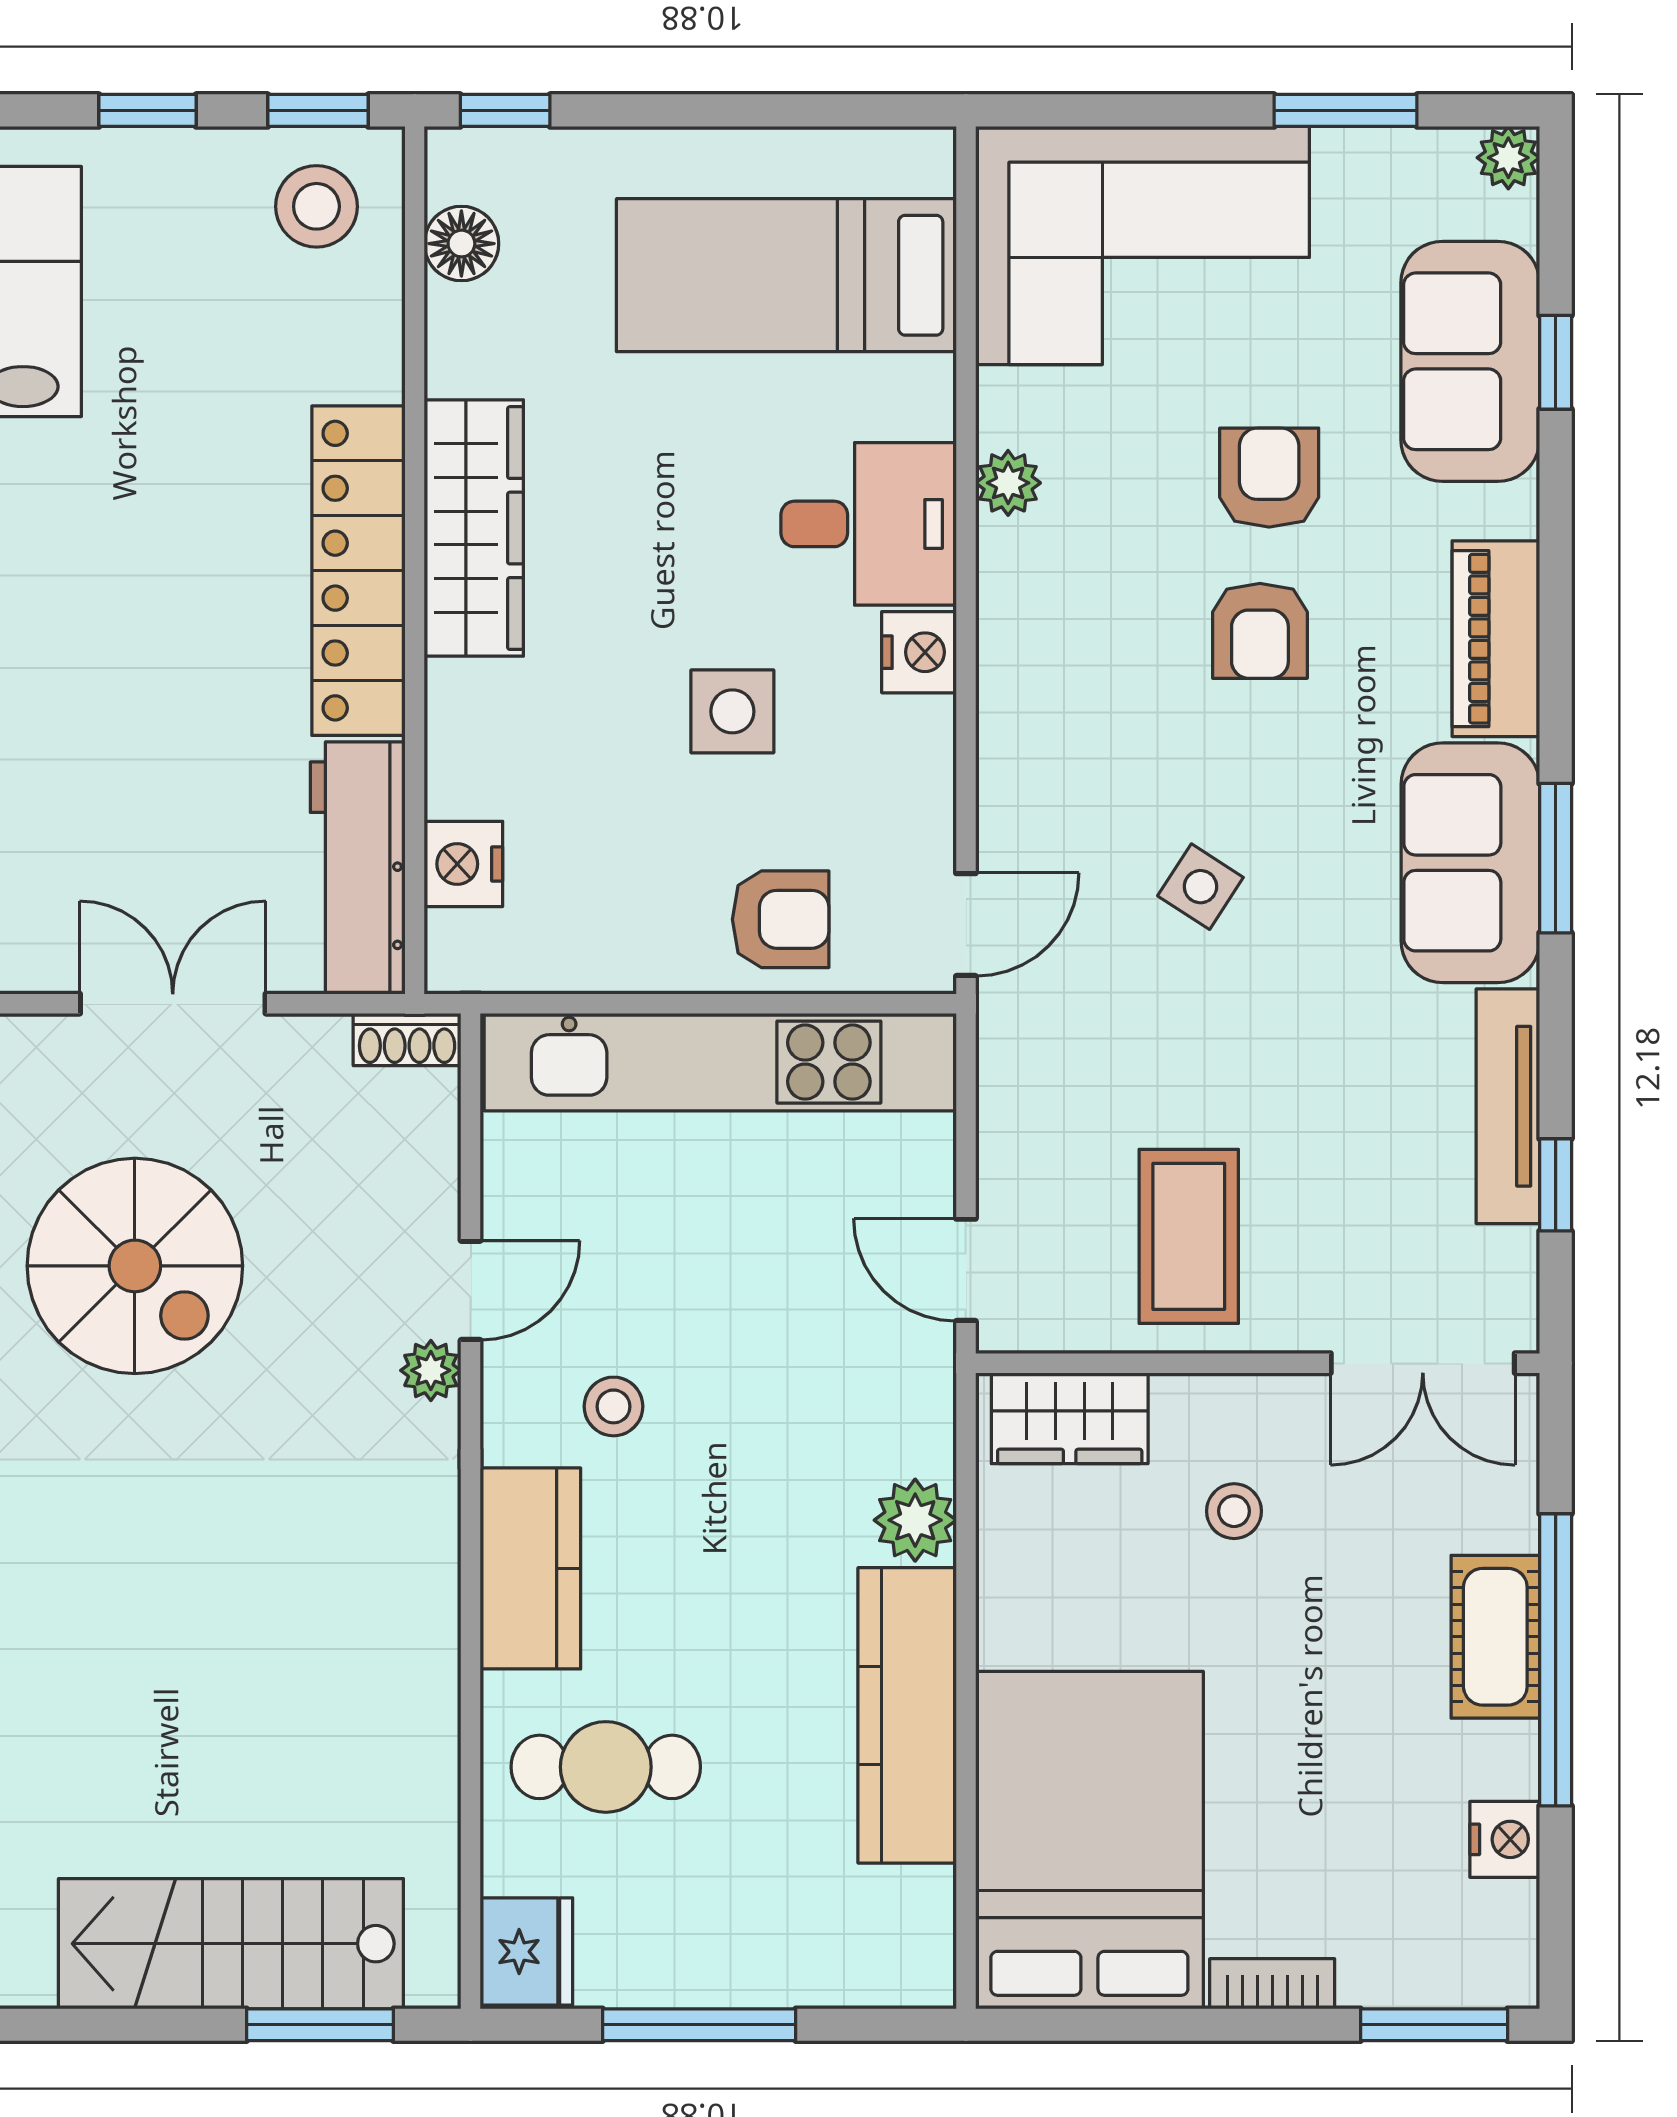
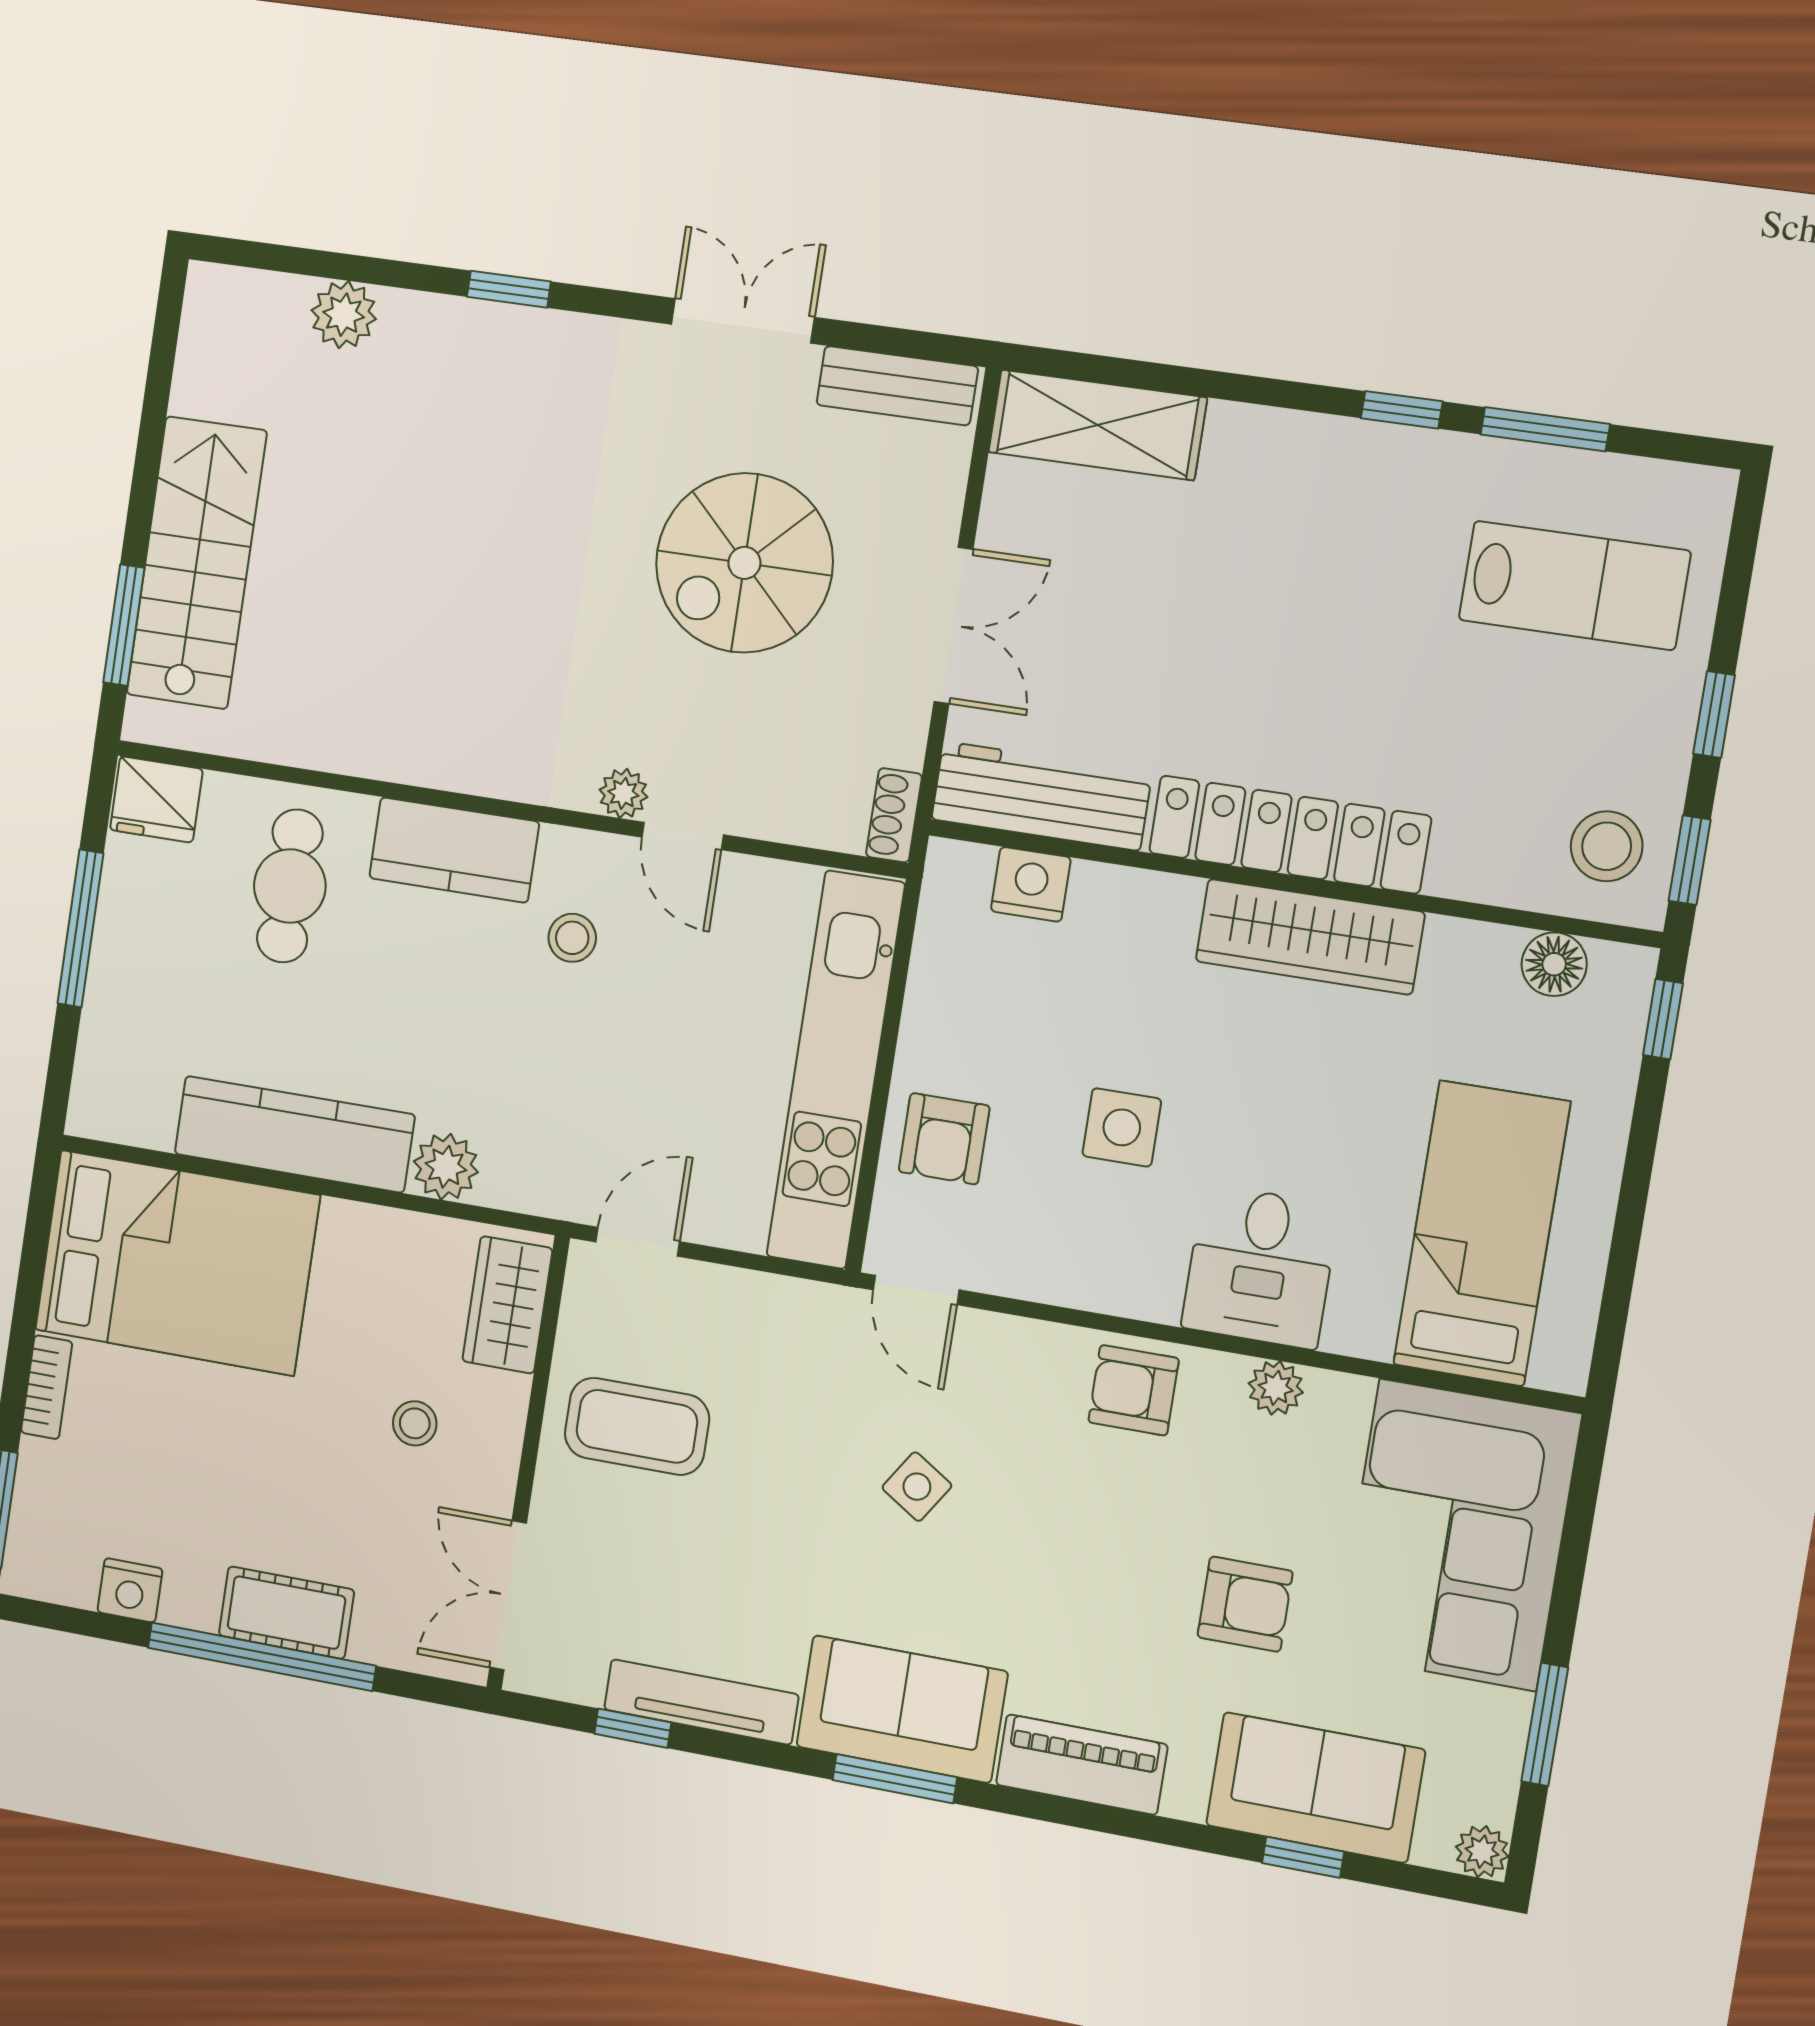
armchair: (1260, 631) -> (1134, 1390), moved
nightstand: (919, 652) -> (1146, 1290), removed

